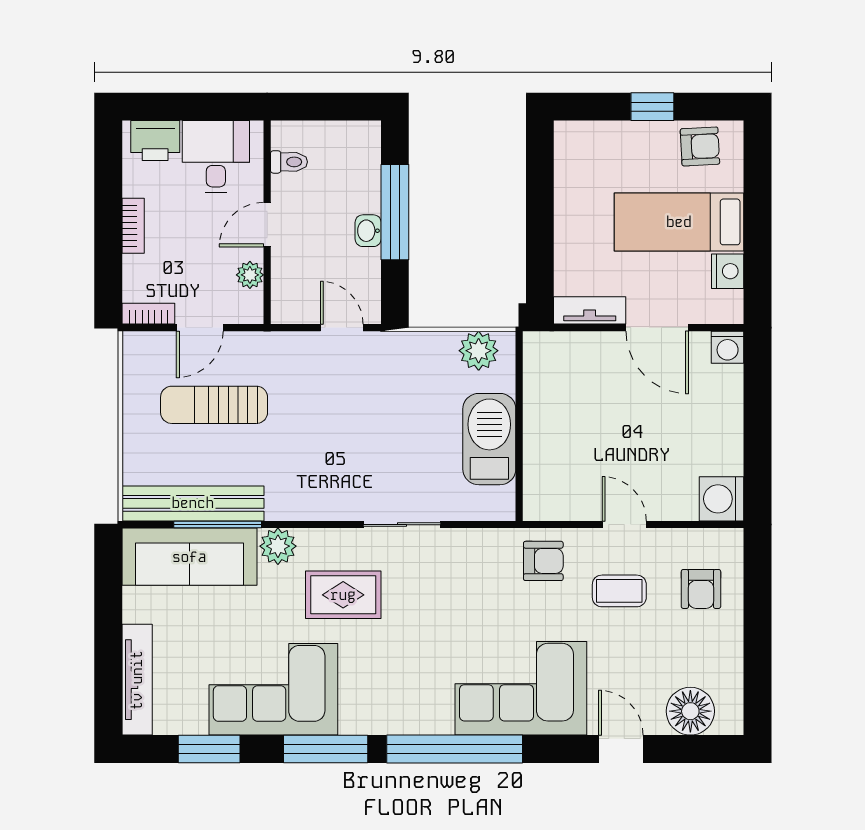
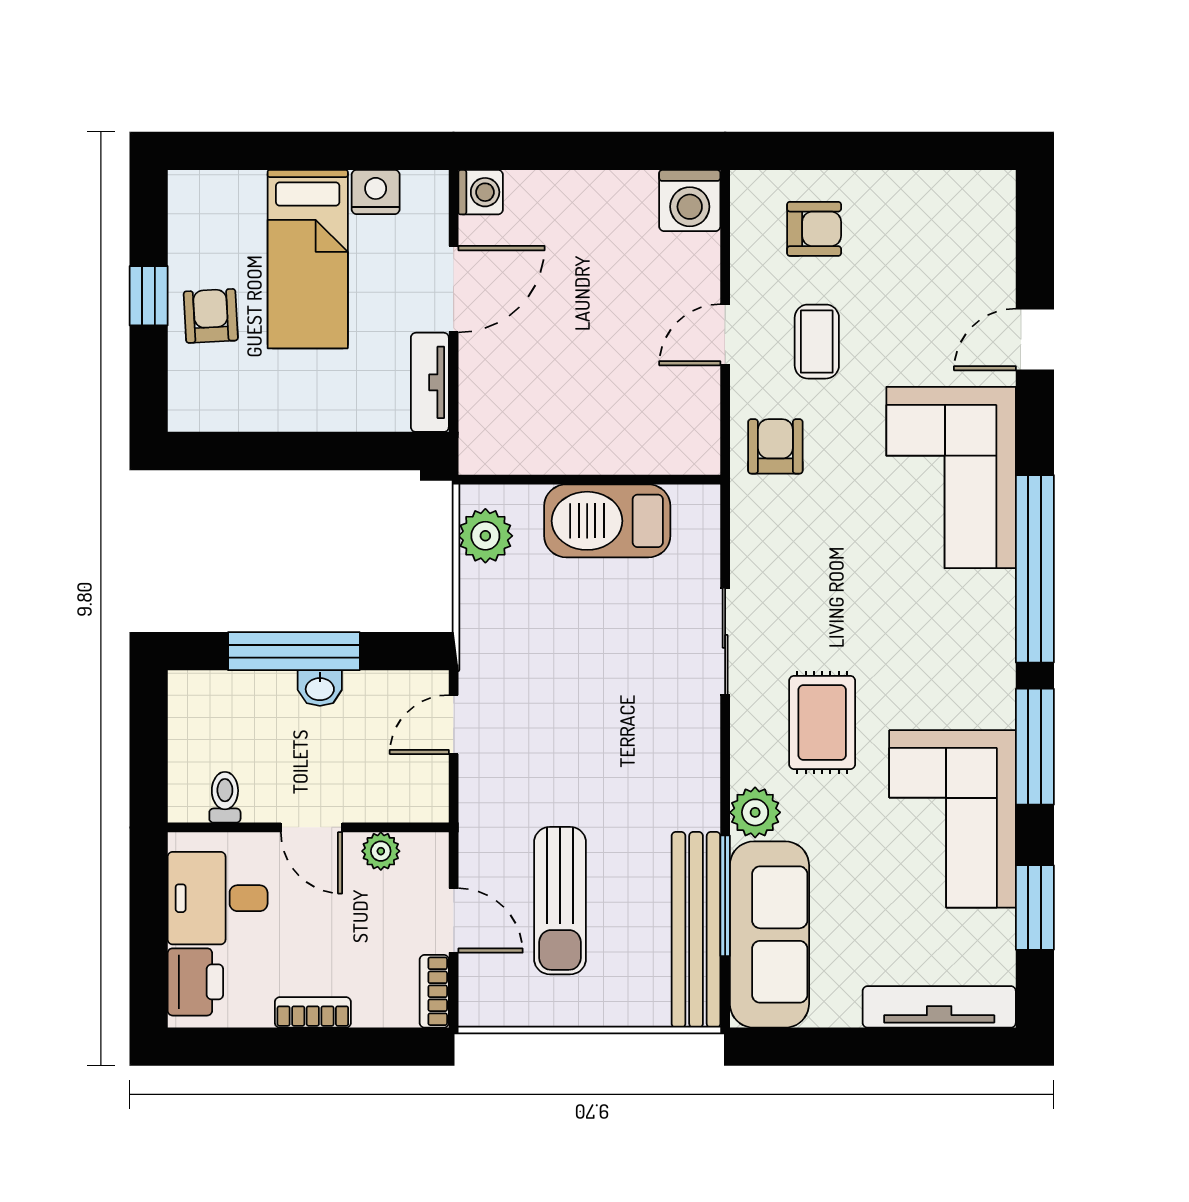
armchair: (700, 146) -> (211, 316), moved
floor lamp: (690, 711) -> (983, 243), removed

